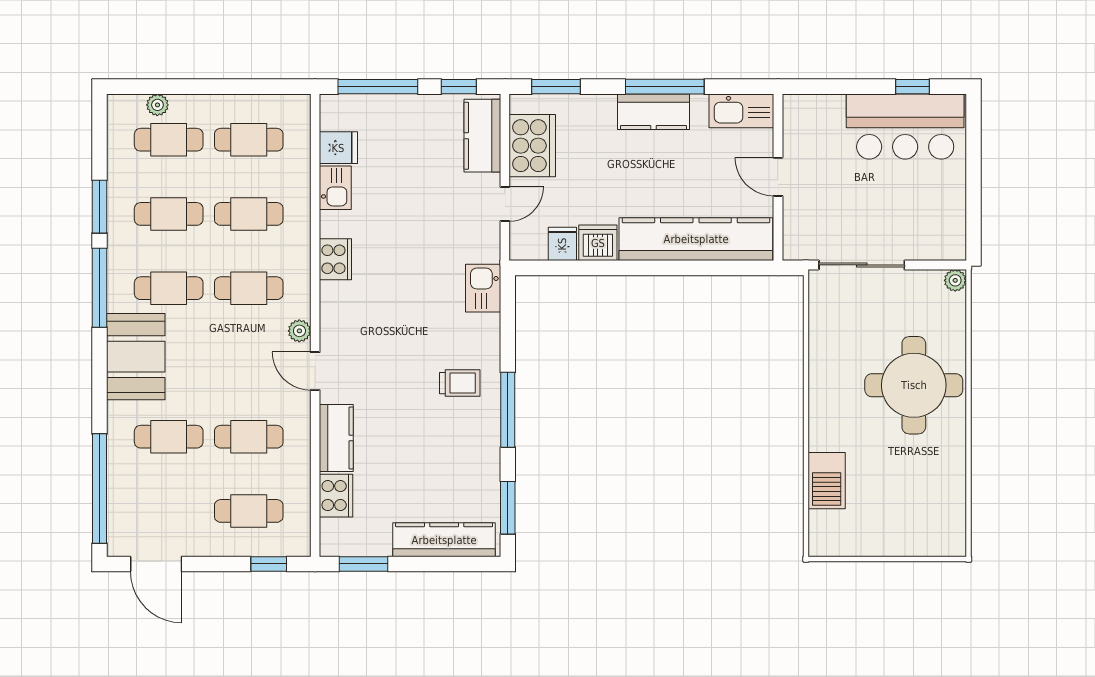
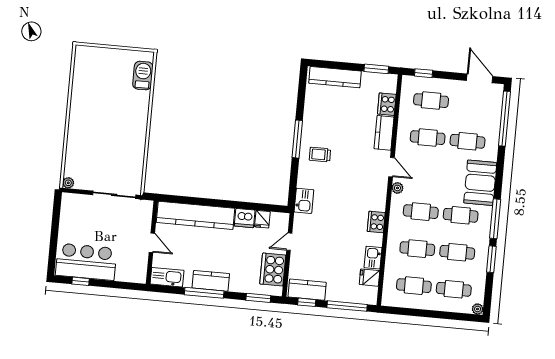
plant: (157, 105) -> (478, 309), moved
kitchen counter: (482, 136) -> (307, 290), moved, turned -90
round table: (914, 385) -> (94, 132), removed
barbecue: (827, 481) -> (143, 76), moved
window: (508, 508) -> (302, 90), removed

